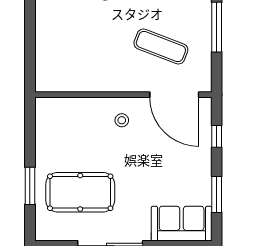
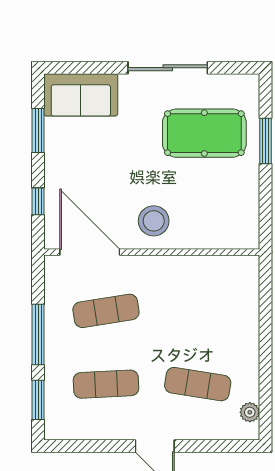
exercise mat: (161, 46) -> (106, 311), turned -30
stool: (122, 120) -> (154, 221), width x1.89, depth x1.89

